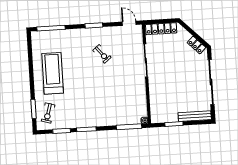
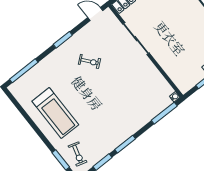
treadmill: (53, 73) -> (55, 113), turned 180

